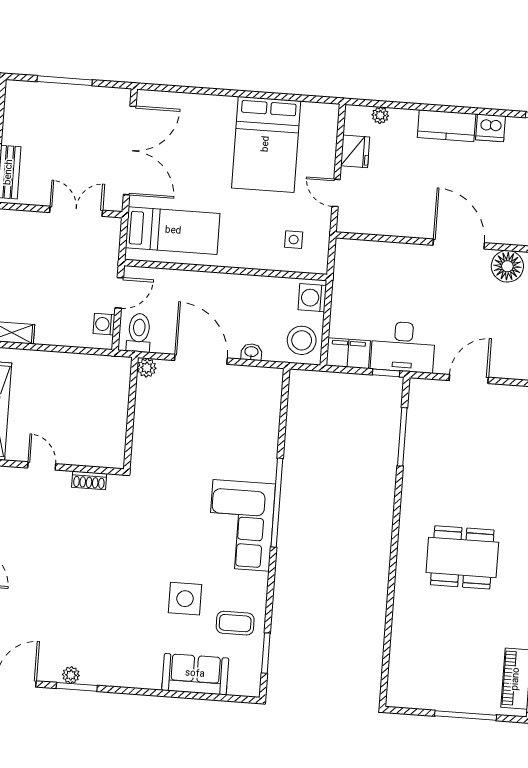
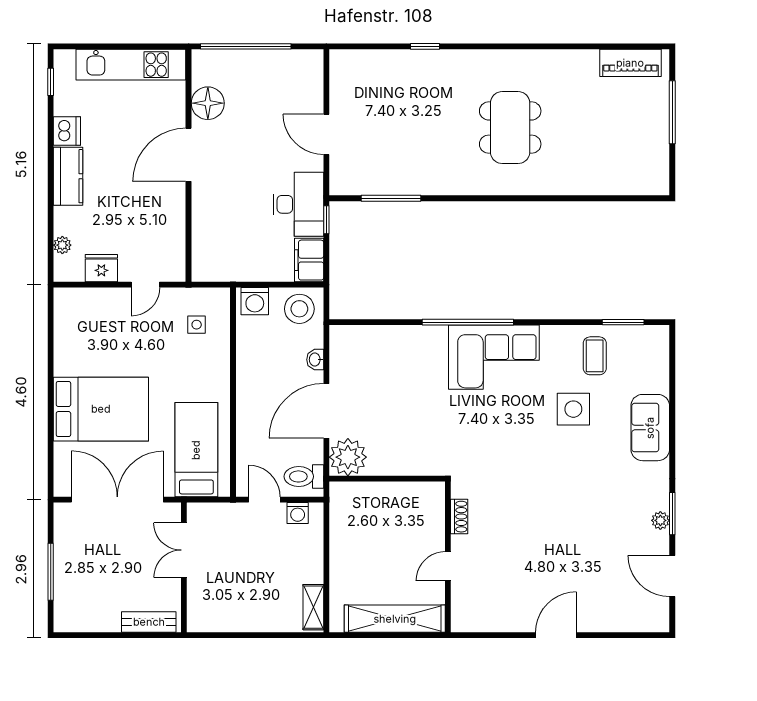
bed: (266, 144) -> (101, 409), moved
plant: (147, 368) -> (348, 457), width x1.87, depth x1.87
sofa: (195, 674) -> (650, 428), moved

